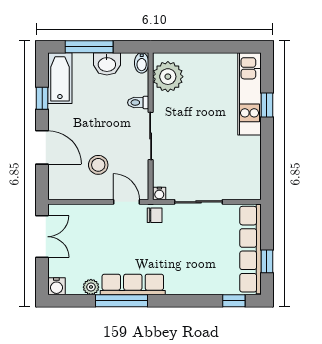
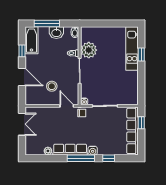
plant: (168, 77) -> (89, 50), moved
window: (267, 261) -> (141, 123), moved
water cooler: (56, 286) -> (93, 151), moved
window: (121, 301) -> (81, 158), moved
window: (234, 301) -> (109, 158), moved

